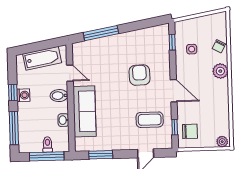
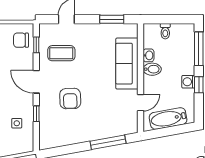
window: (172, 42) -> (36, 114), moved
door: (70, 73) -> (141, 103), swing flipped
bidet: (59, 96) -> (152, 69), moved
window: (47, 156) -> (166, 19), removed

